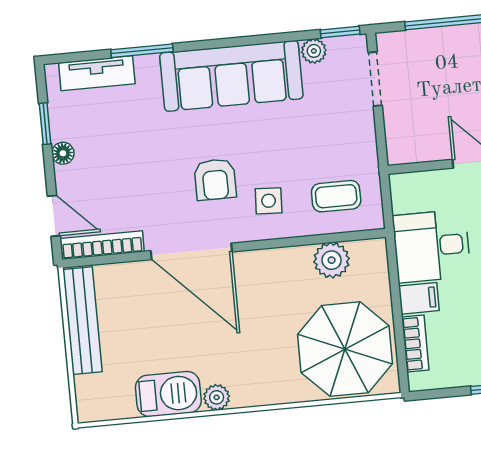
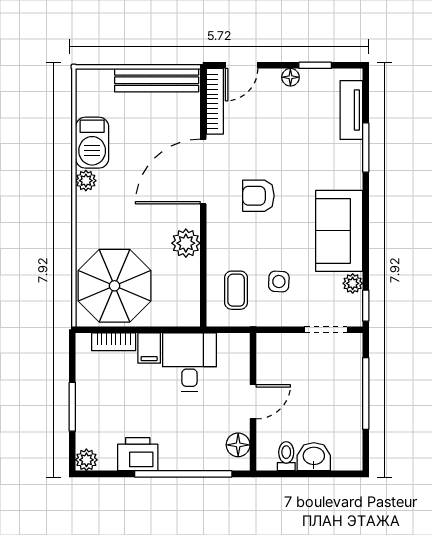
sofa: (231, 76) -> (339, 231), width x0.73
side table: (269, 201) -> (279, 281), moved
plant: (332, 260) -> (186, 243), moved

